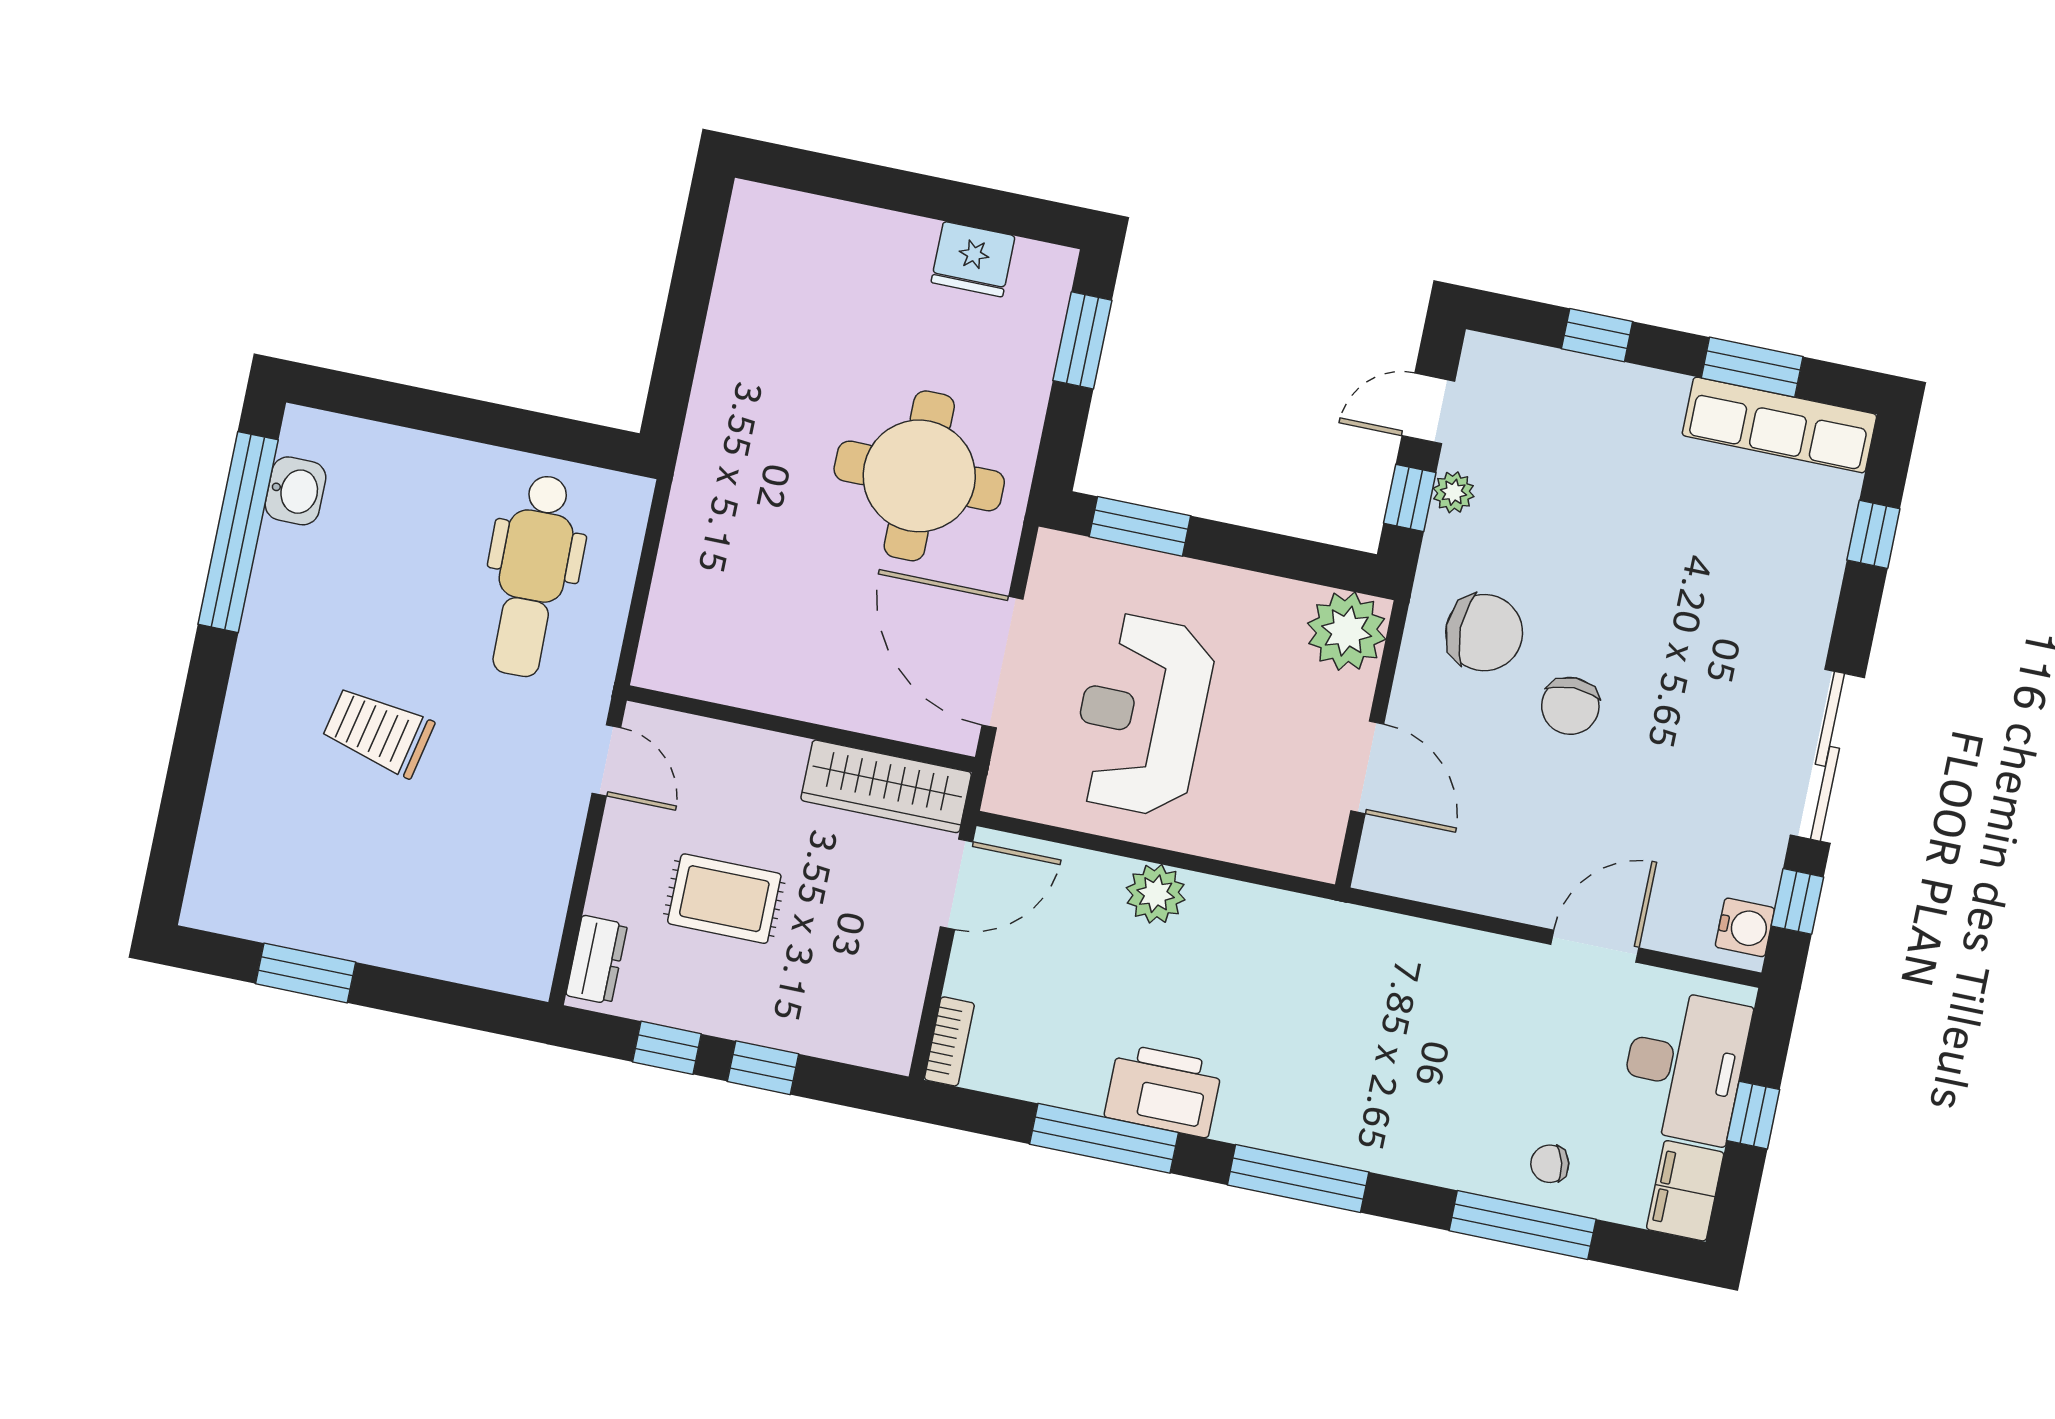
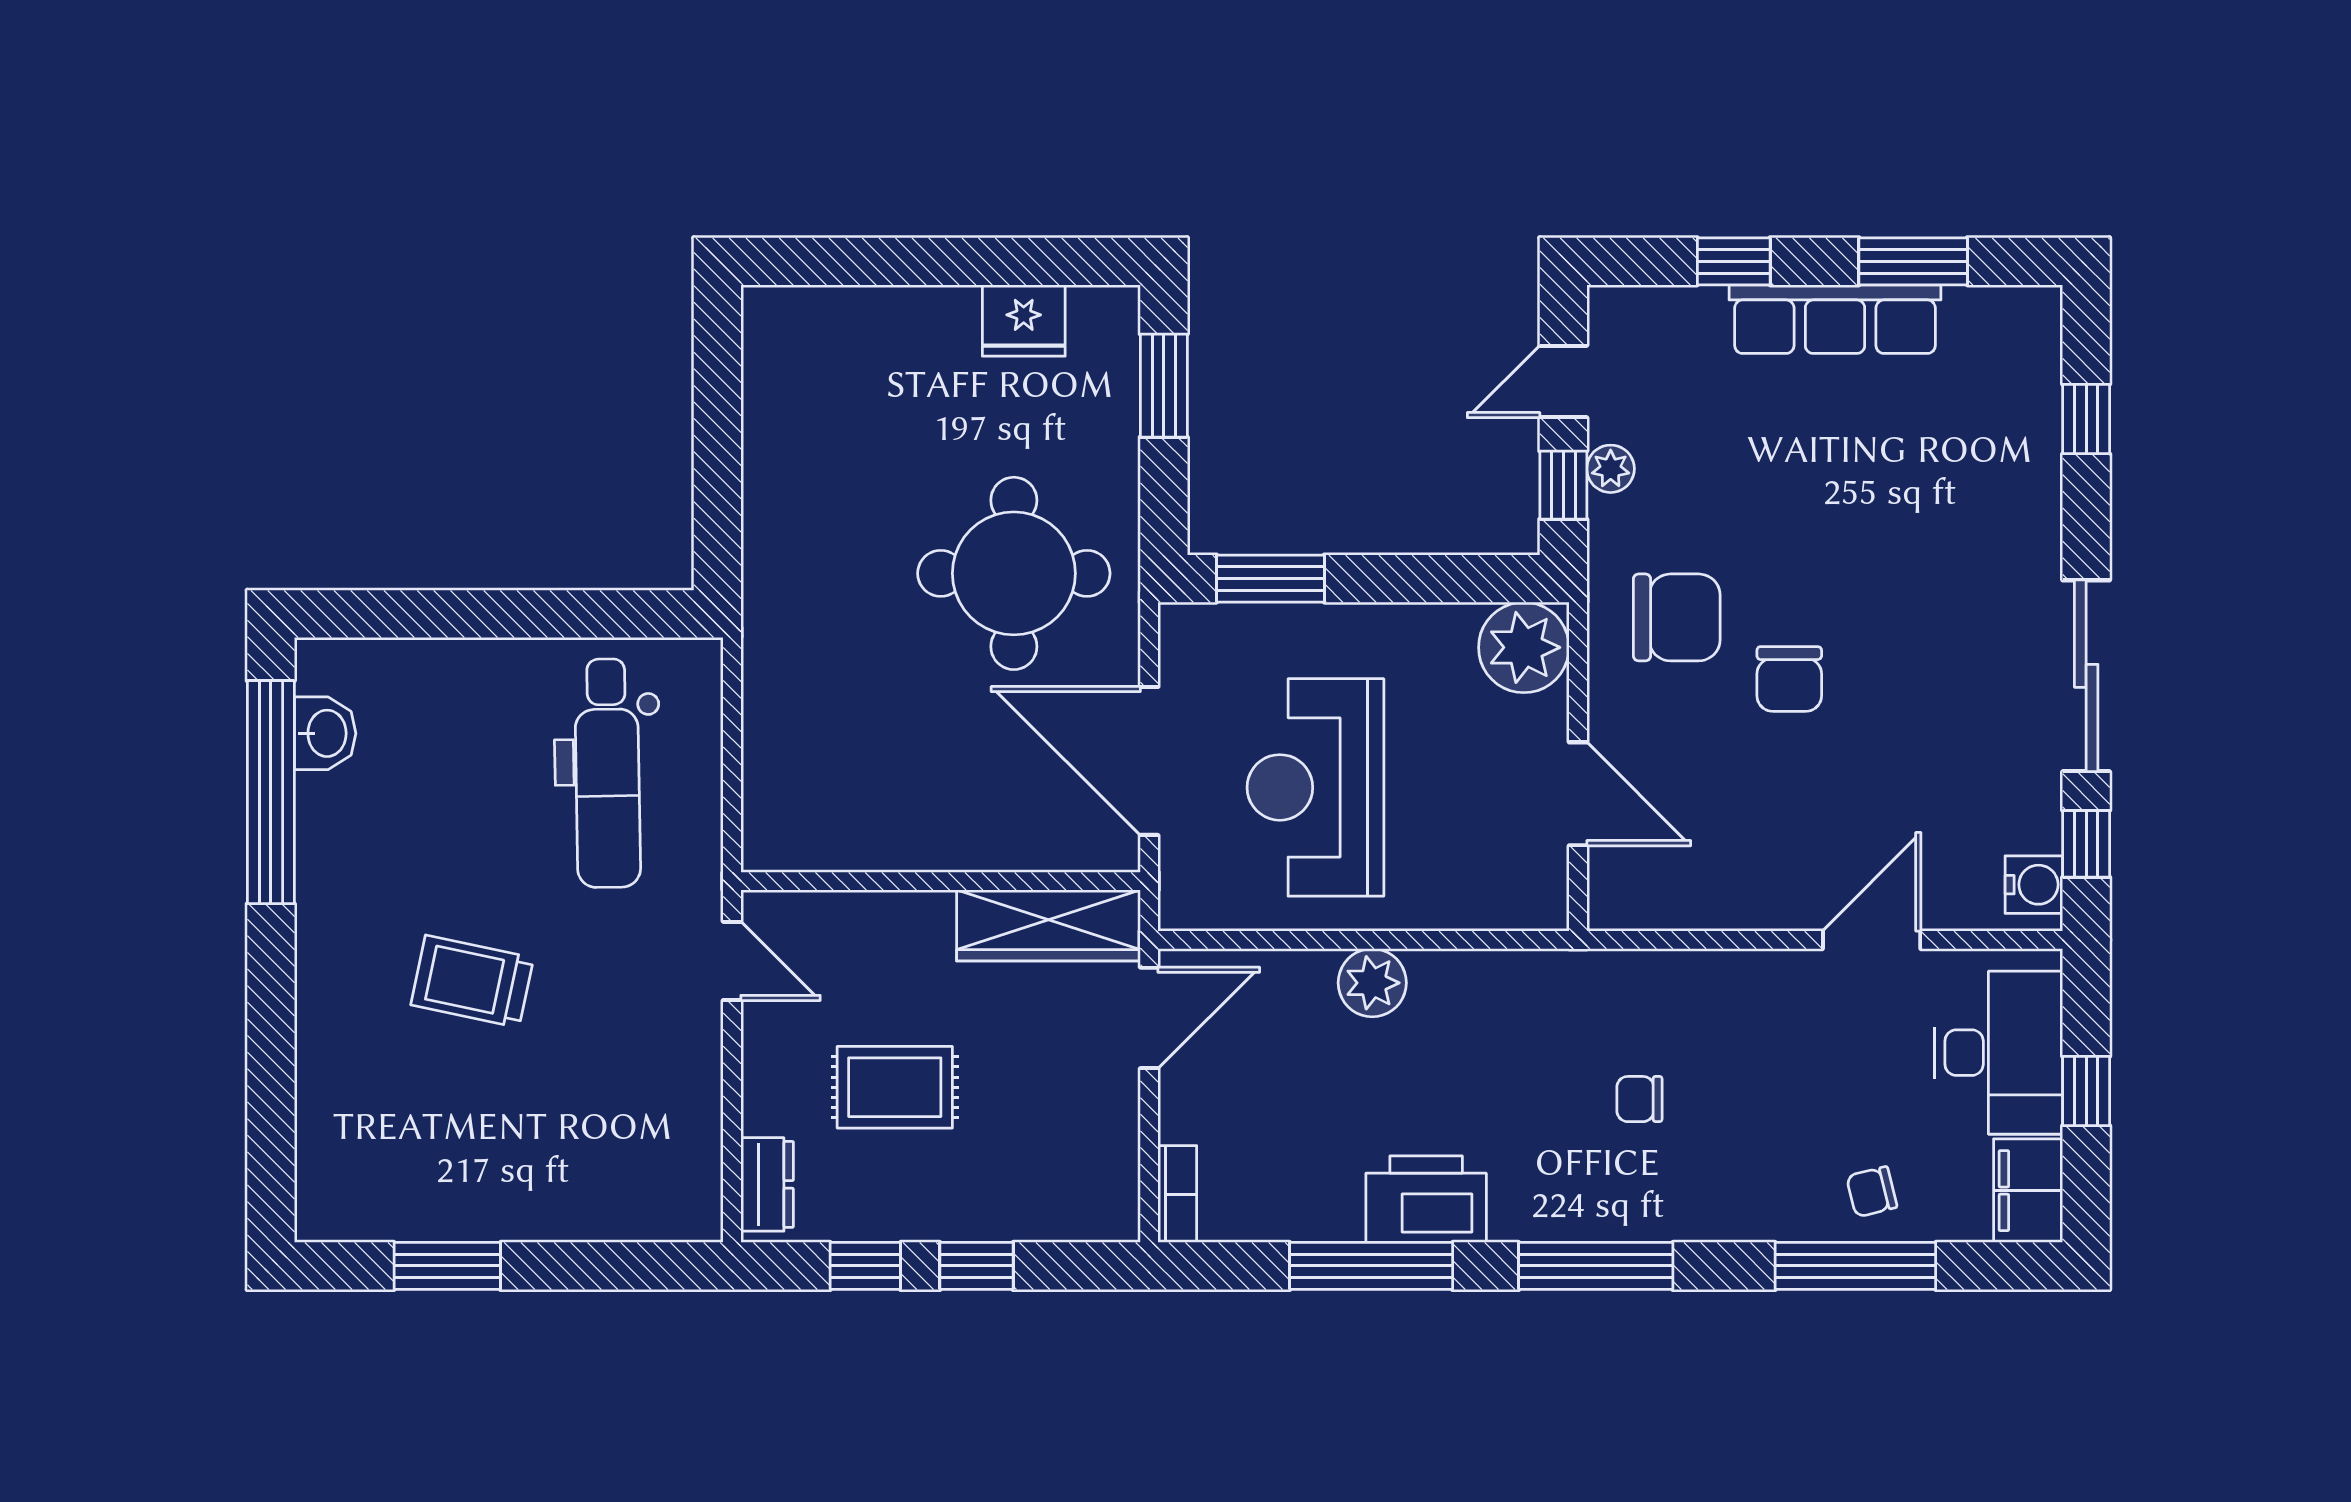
row of seats: (1779, 425) -> (1835, 319), moved
chair: (1366, 1042) -> (1639, 1099), added

